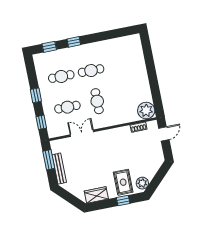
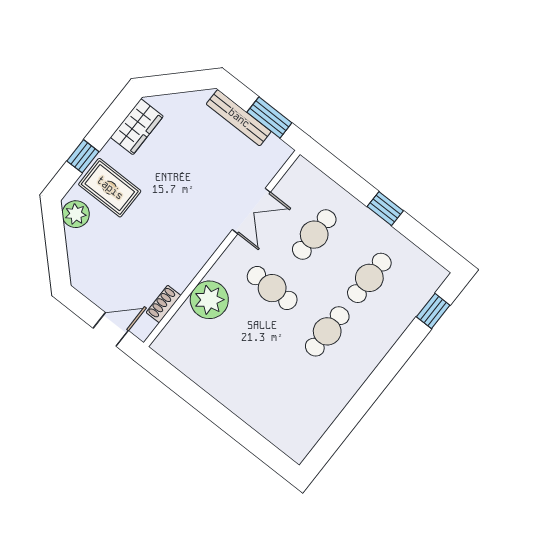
window: (74, 42) -> (399, 355), removed
plant: (146, 111) -> (209, 300), moved
window: (41, 122) -> (337, 171), removed
door: (164, 134) -> (111, 329), swing flipped

